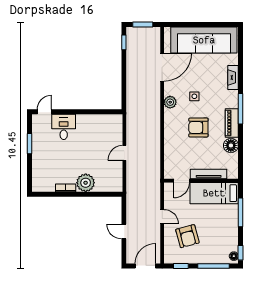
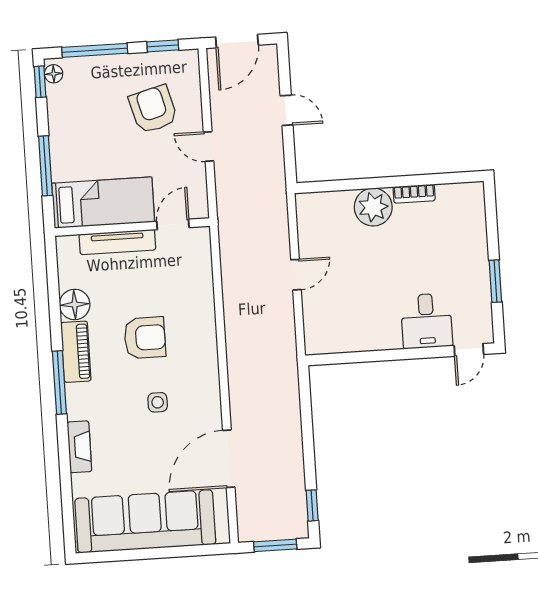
plant: (170, 102) -> (207, 387), removed

